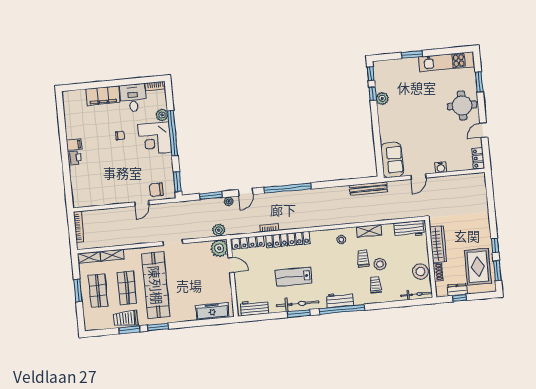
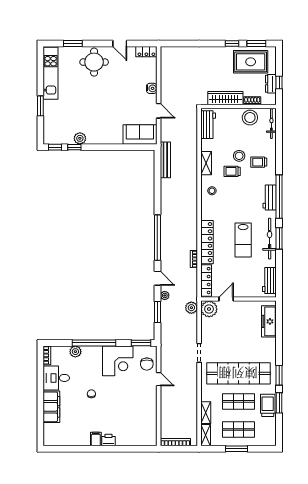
corner desk: (155, 138) -> (118, 361), moved
trolley: (126, 318) -> (268, 405), turned 180

